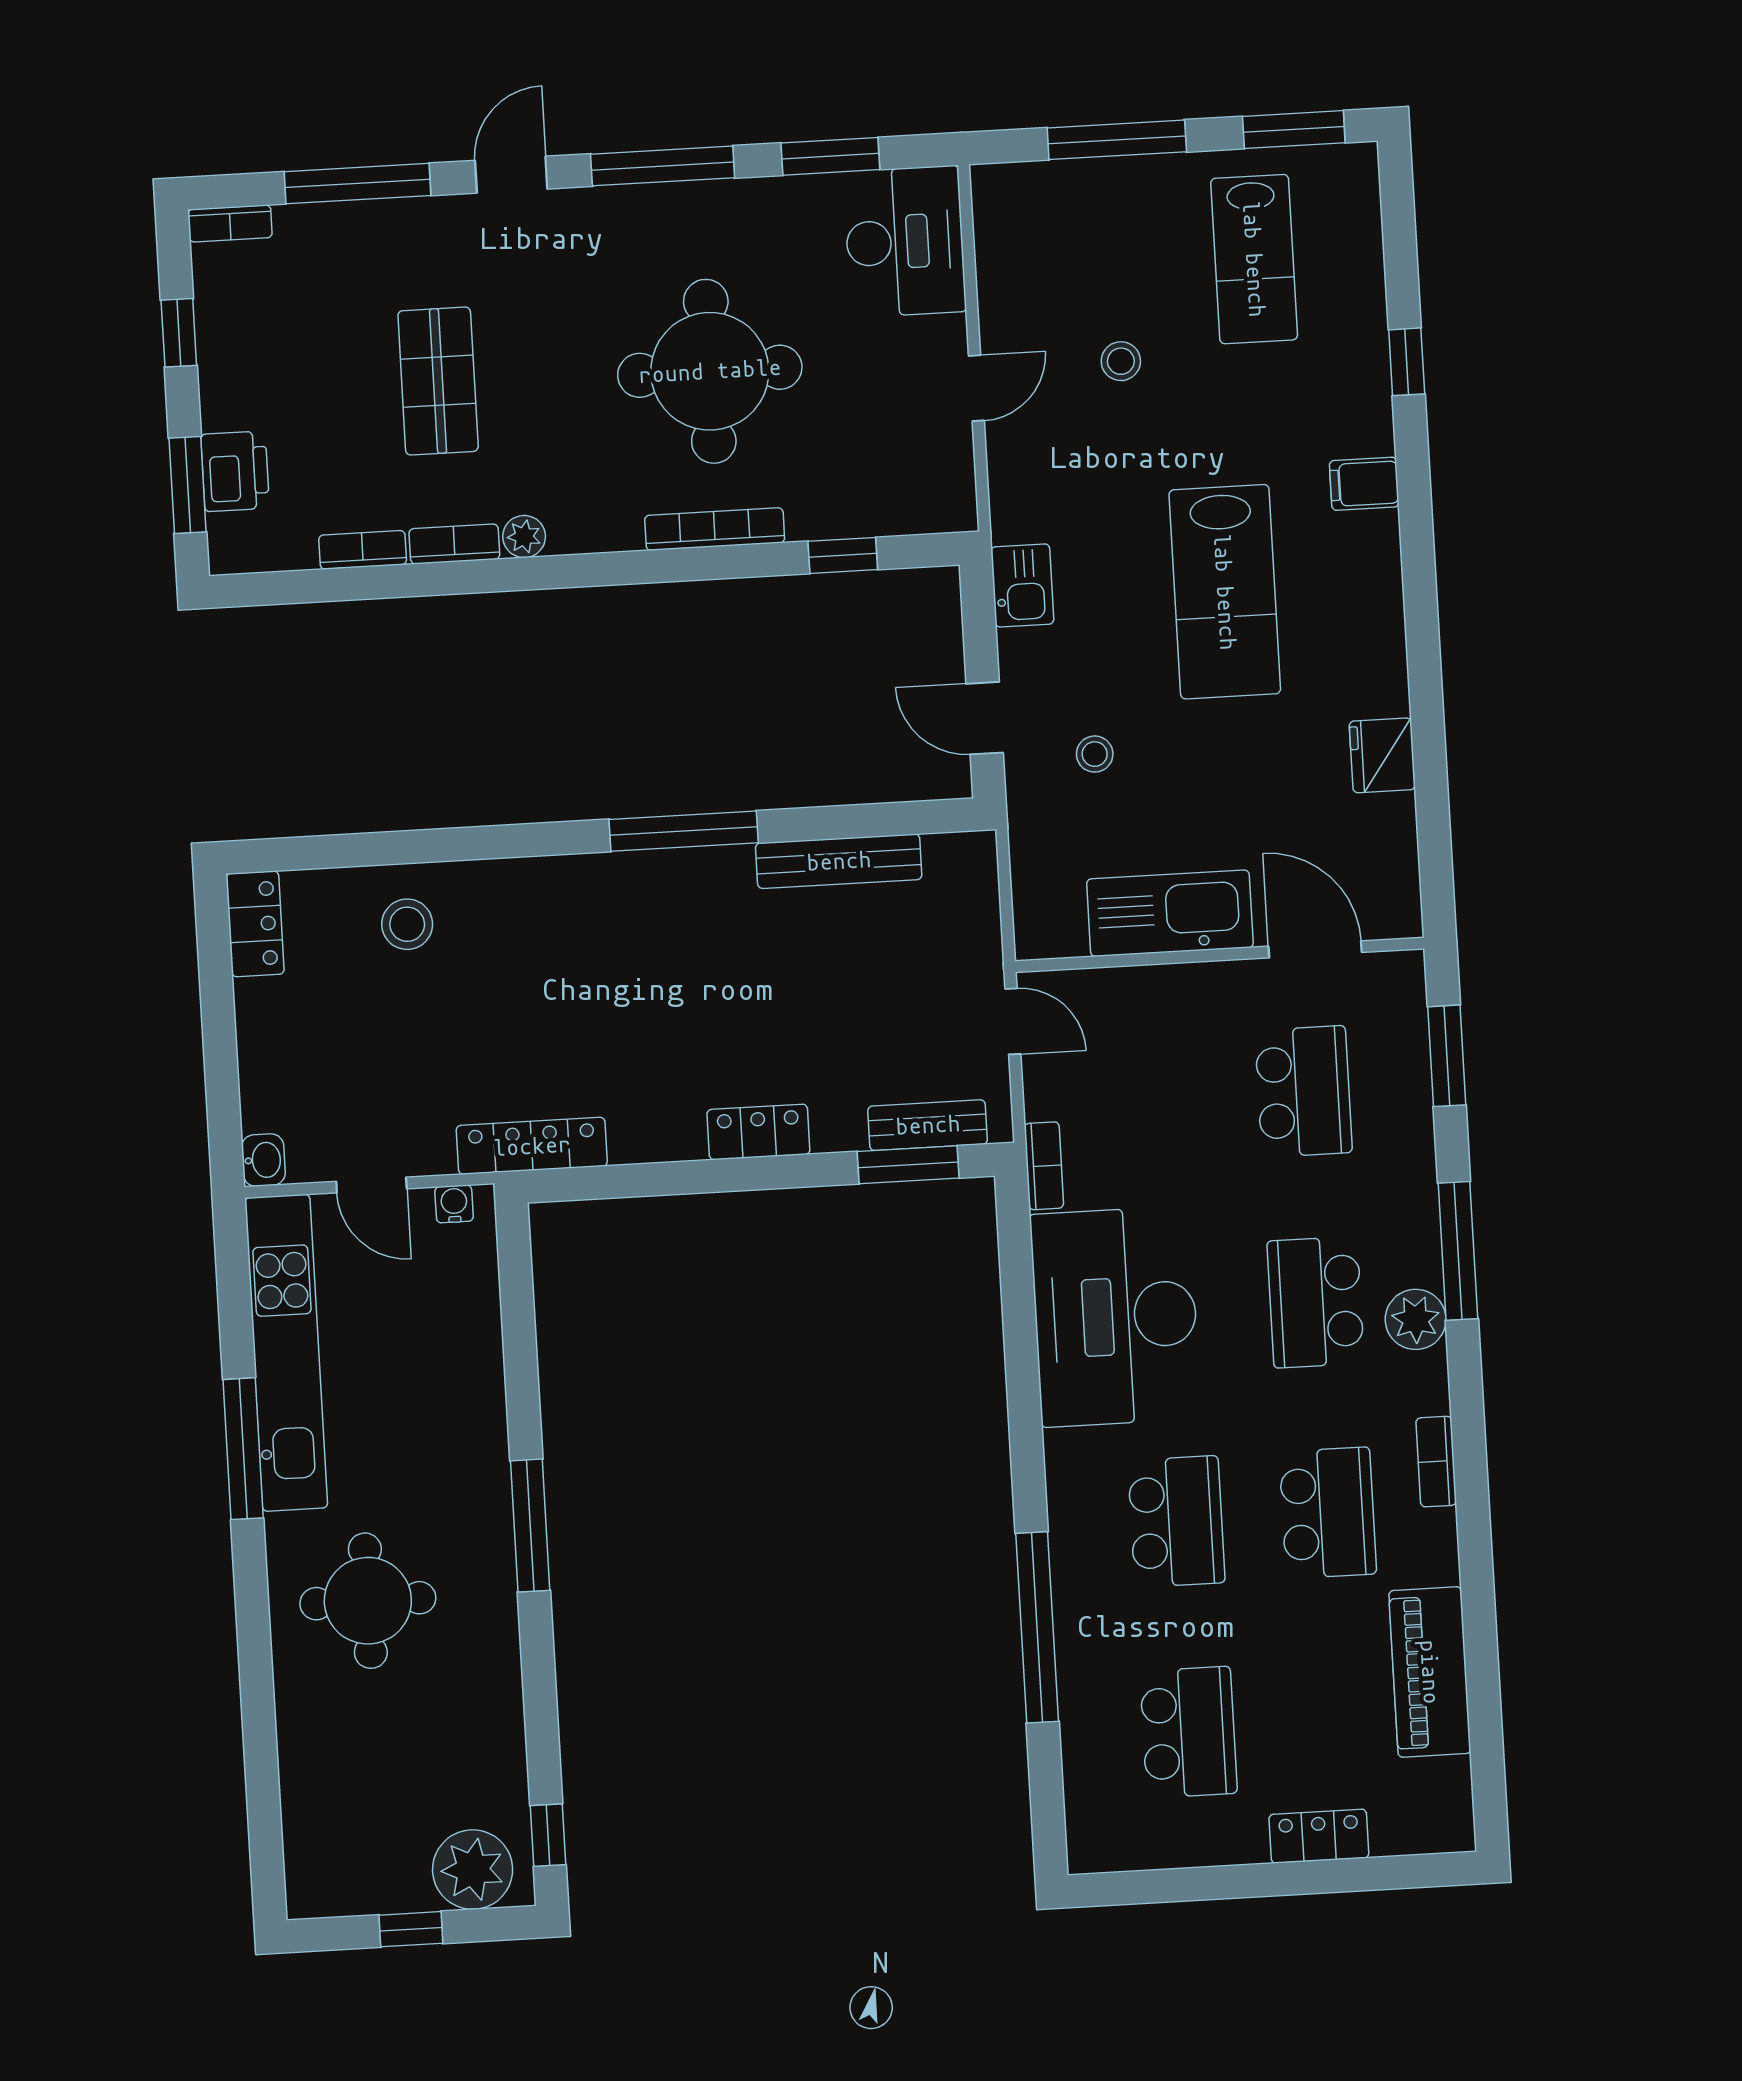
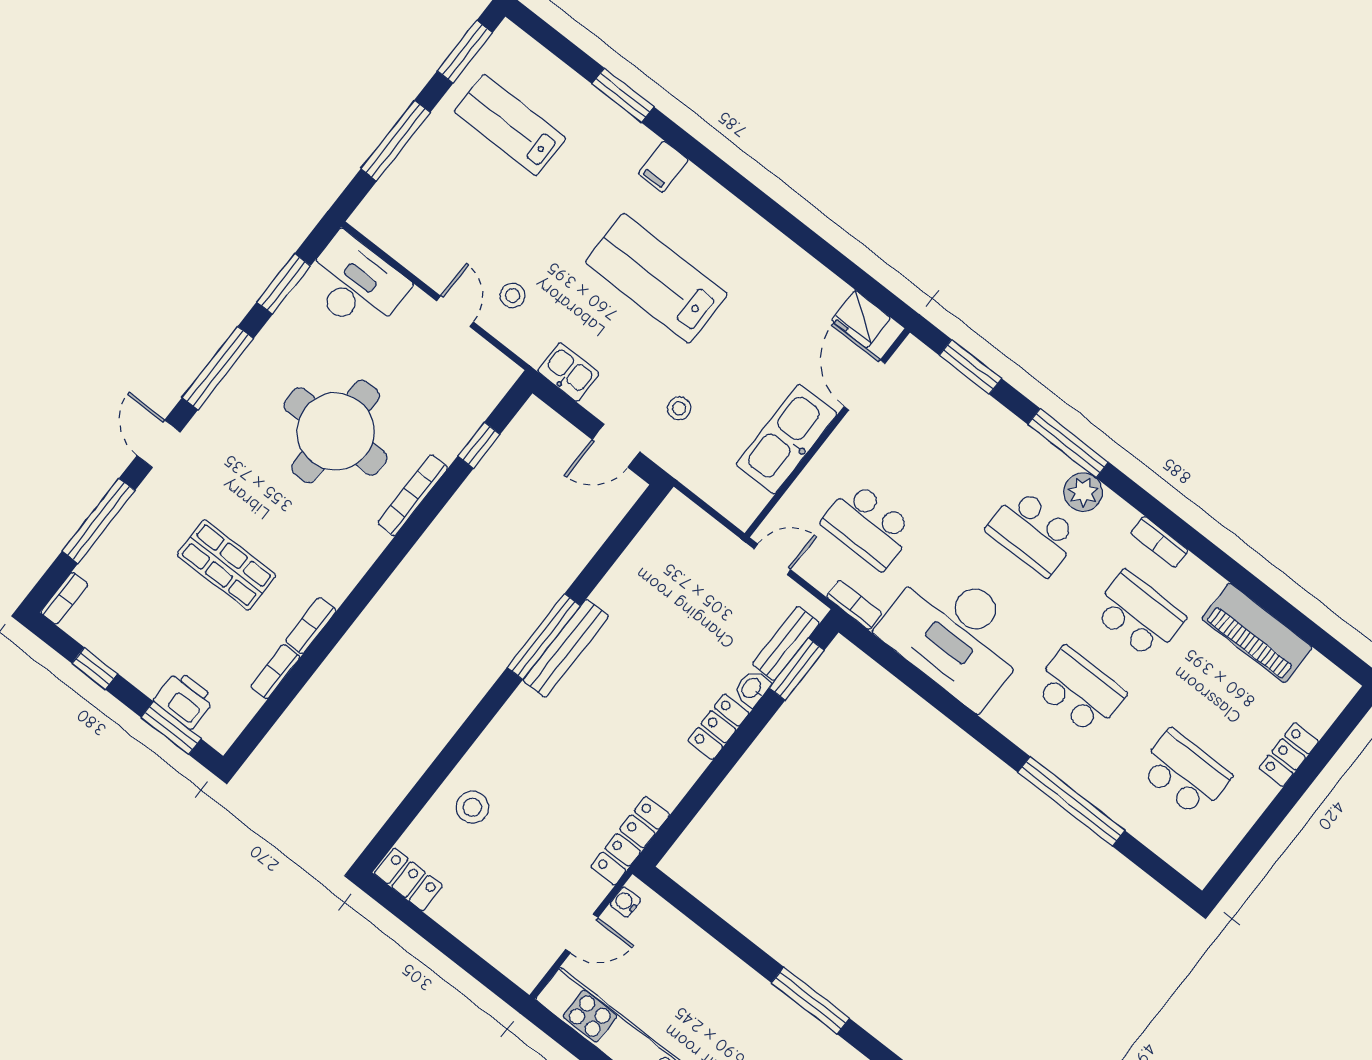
lab bench: (1254, 259) -> (510, 125), turned 180
stool: (1121, 361) -> (513, 296), moved
window: (1407, 362) -> (623, 95), width x1.50
plant: (524, 537) -> (337, 589), removed
lab bench: (1225, 592) -> (656, 278), turned 180
fridge: (1382, 755) -> (861, 319), moved
bench: (839, 861) -> (566, 648), moved
door: (1315, 949) -> (865, 385), hinge flipped
school desk: (1303, 1091) -> (868, 526), moved, turned 180
washbasin: (263, 1160) -> (752, 688), moved, turned -90

